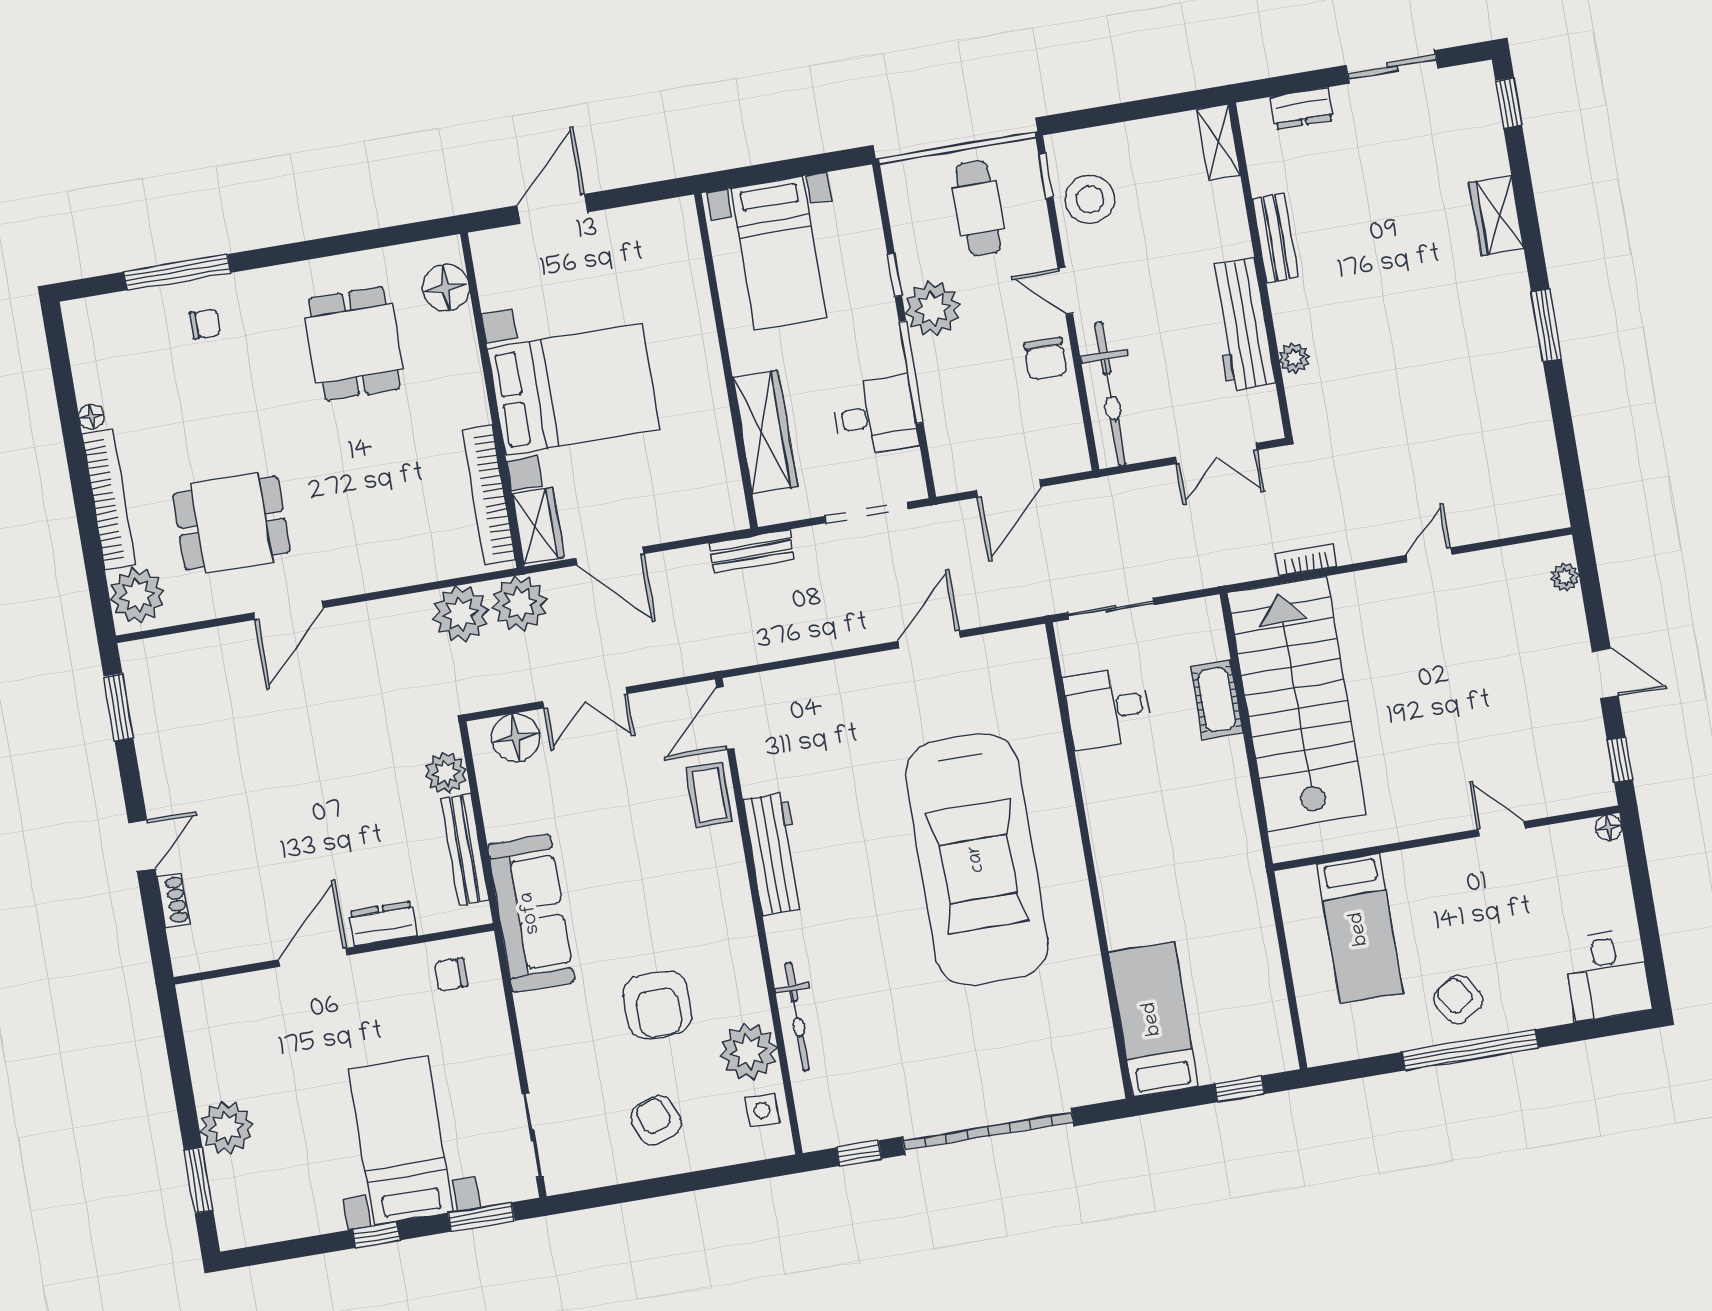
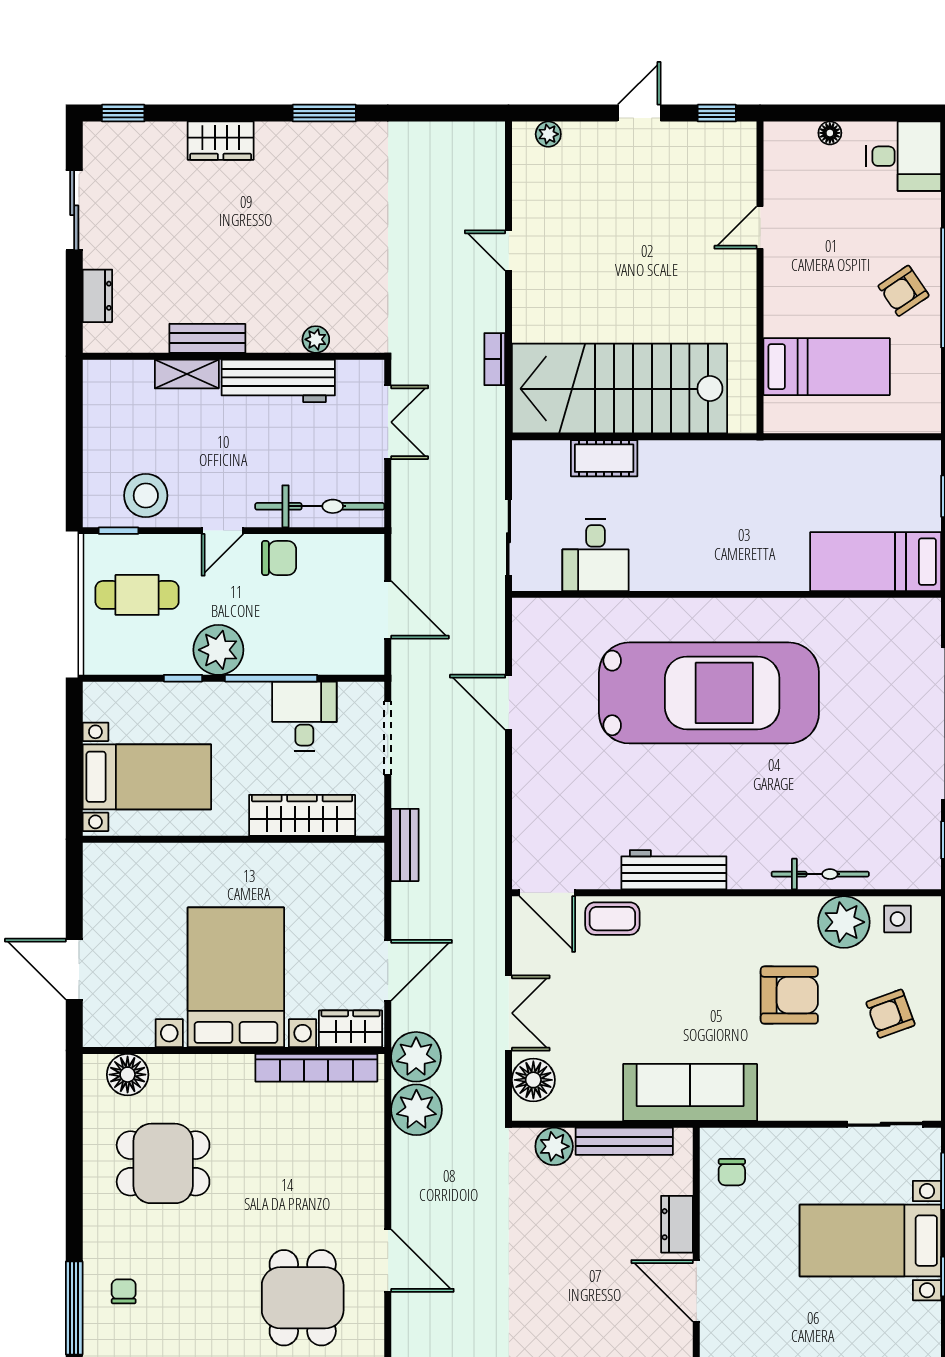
shelving: (1218, 142) -> (187, 374), moved
floor lamp: (1609, 828) -> (830, 133), moved

